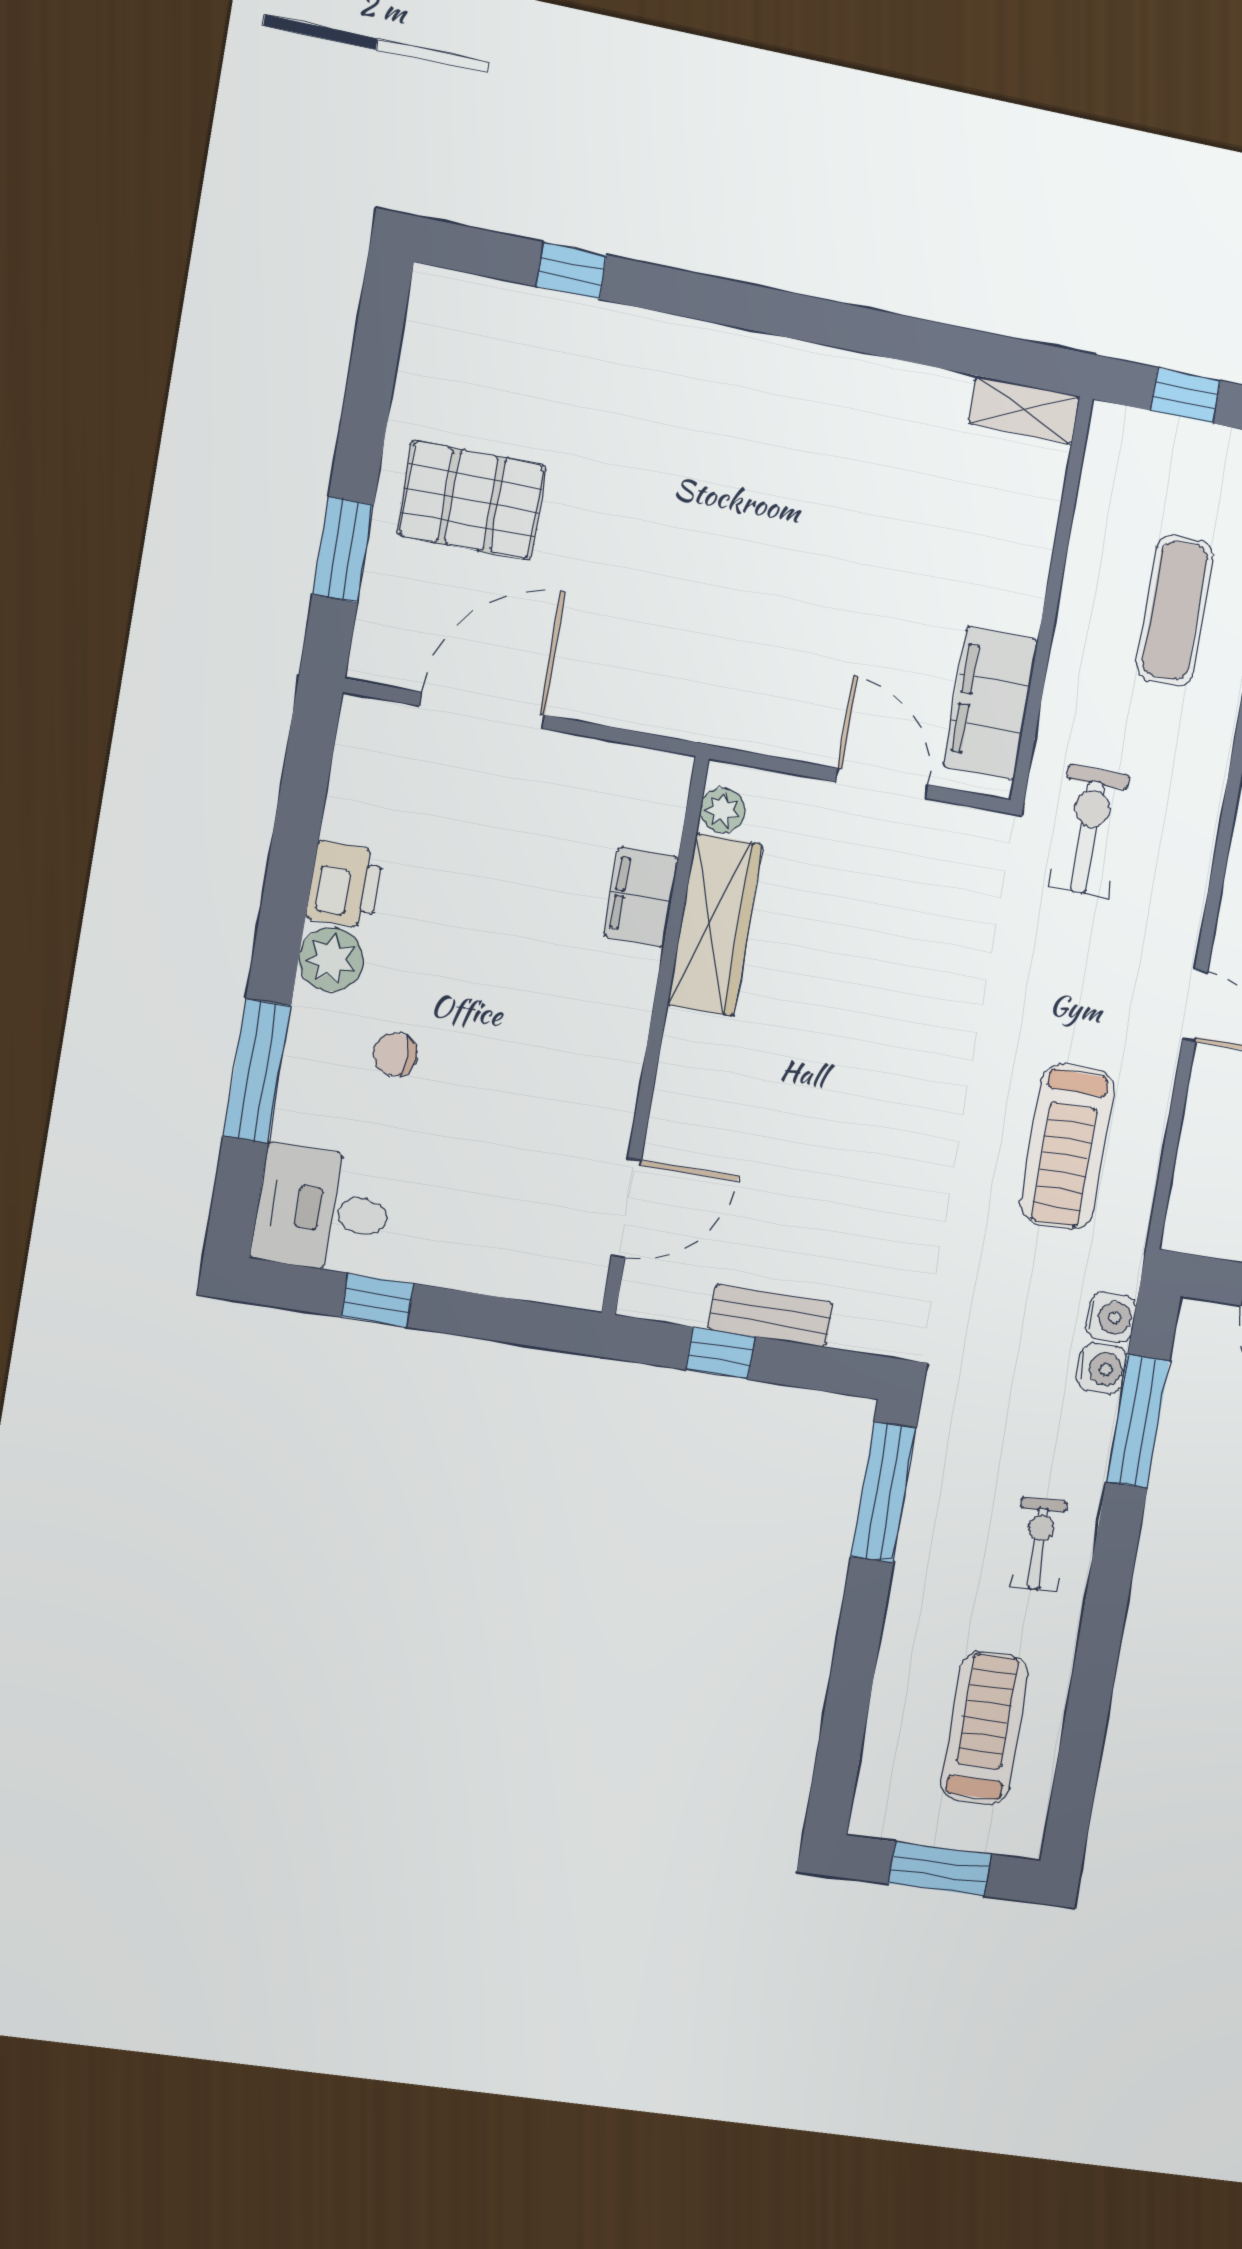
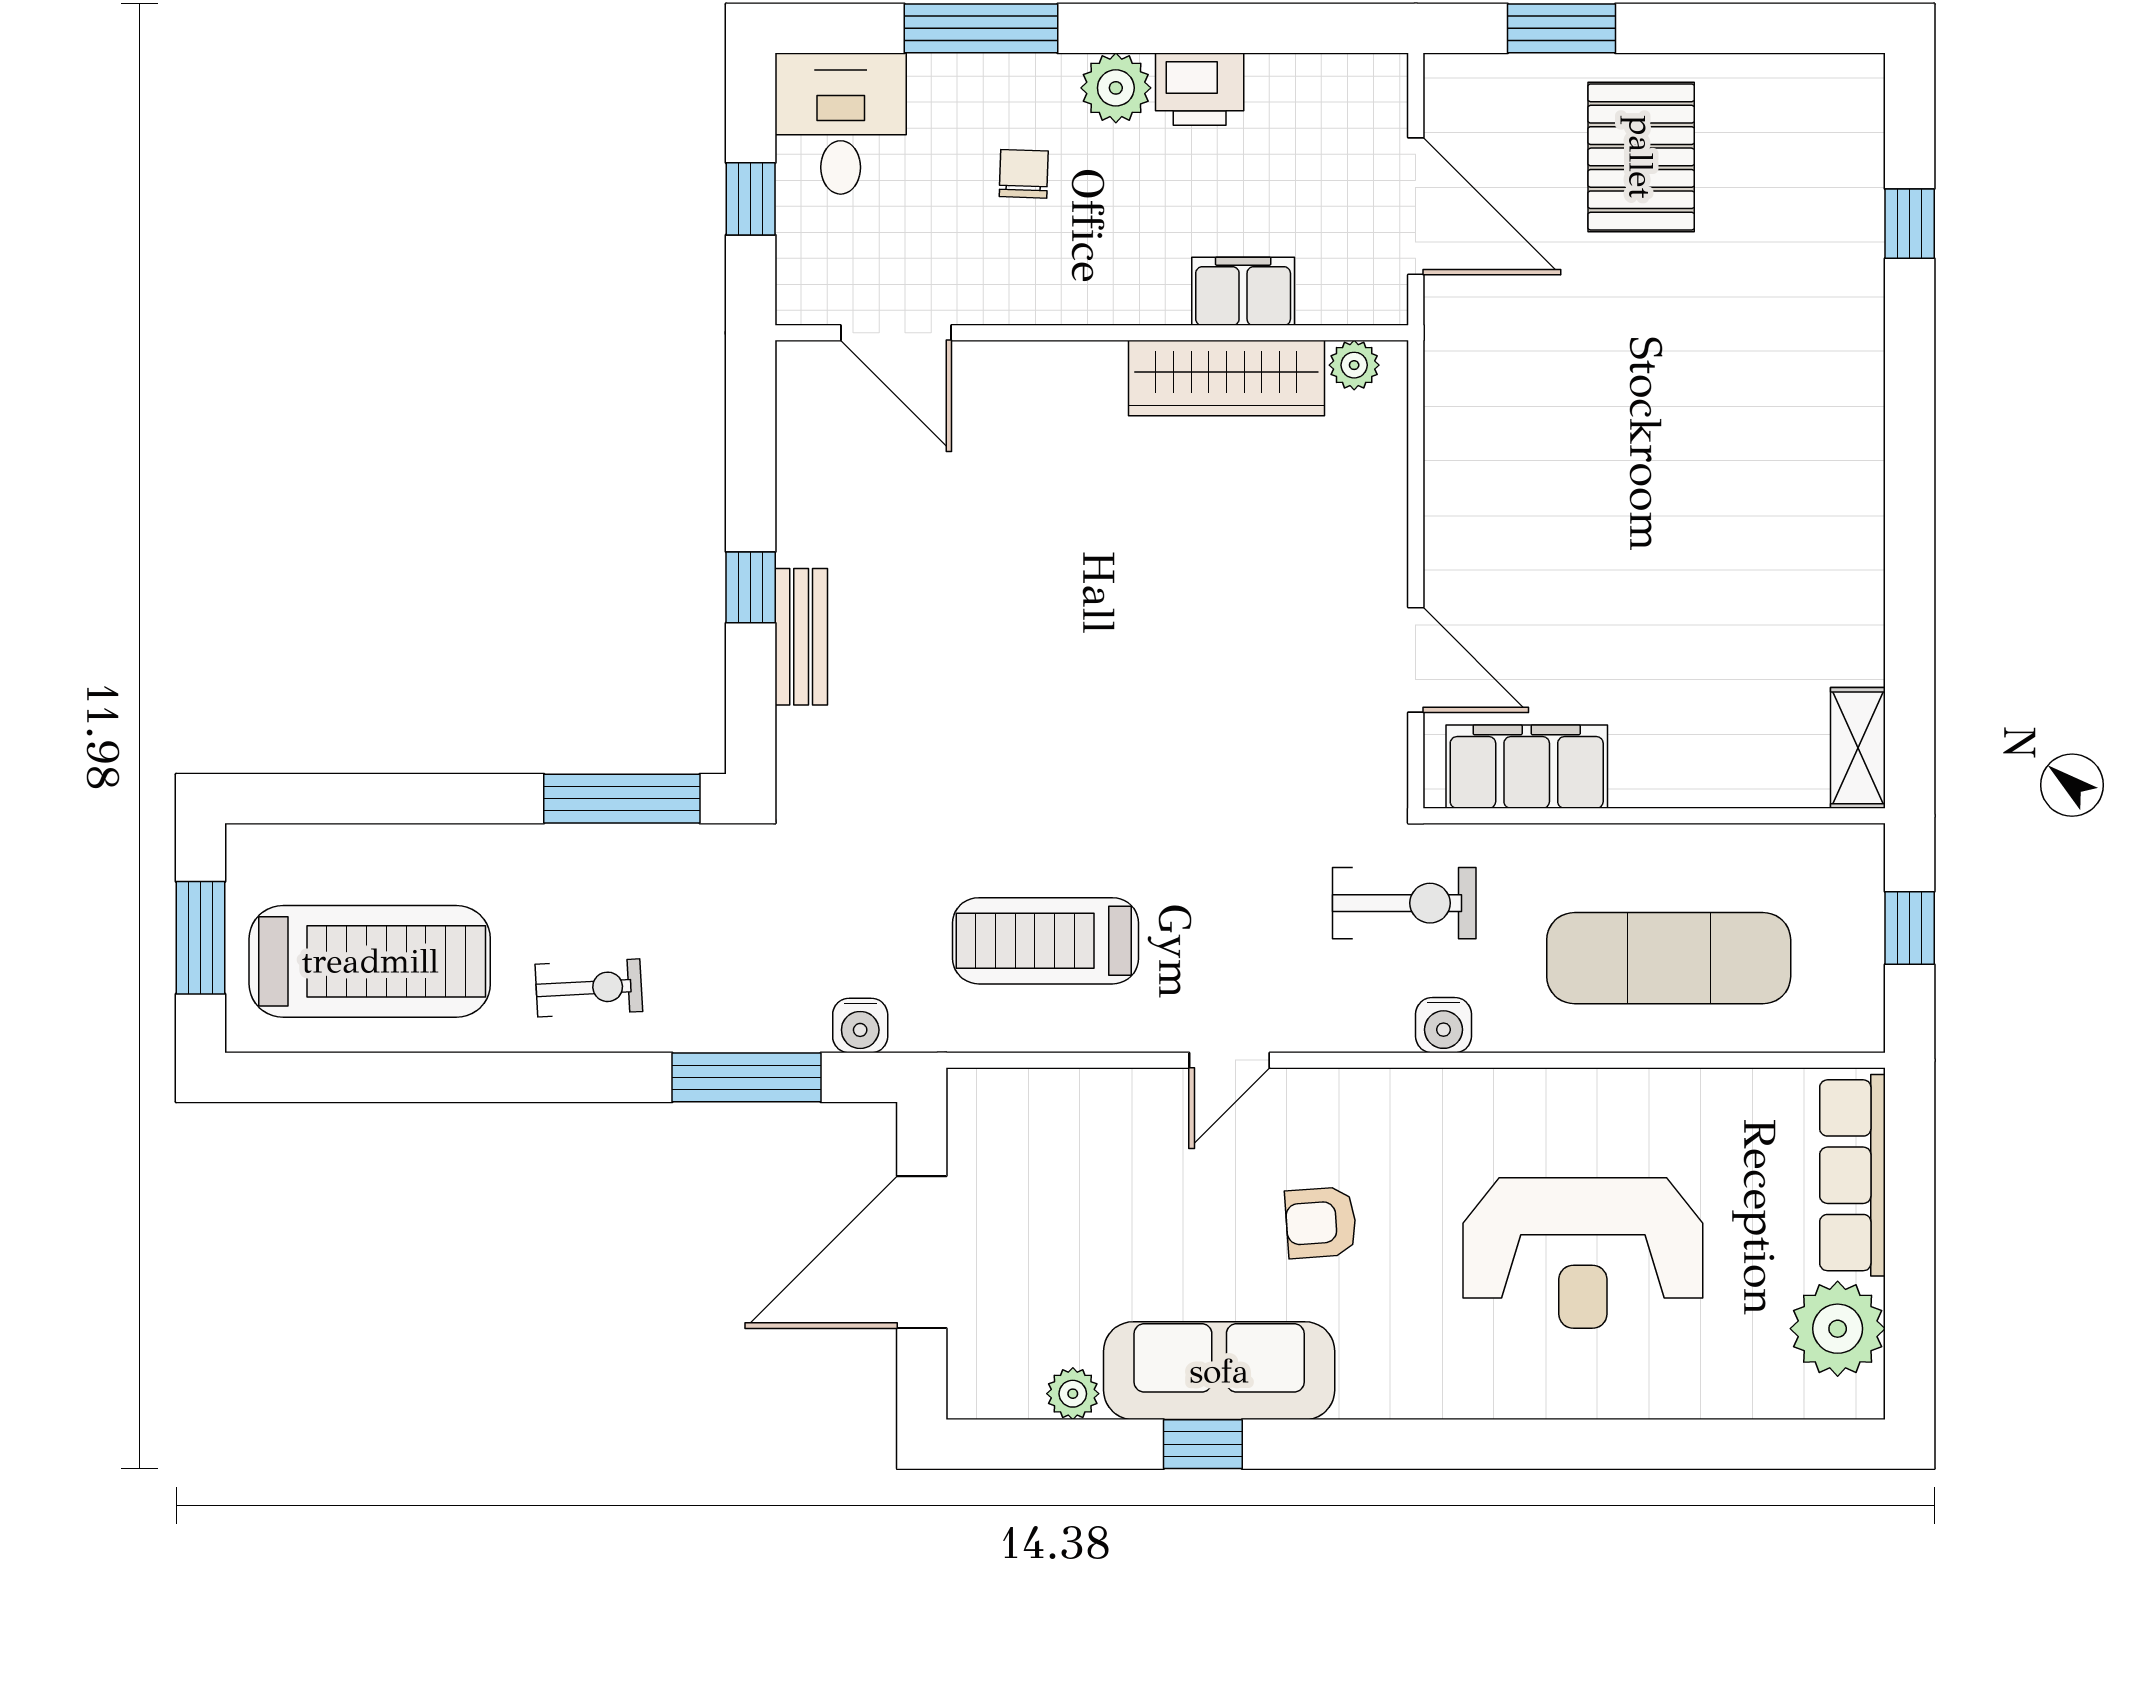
exercise mat: (1175, 611) -> (1669, 958), width x1.36, depth x1.45
door: (882, 783) -> (1416, 660), hinge flipped
plant: (722, 810) -> (1354, 365), moved
filing cabinet: (641, 897) -> (1243, 291), moved
wardrobe: (715, 925) -> (1226, 378), moved
wall: (655, 1036) -> (1092, 333), moved
door: (626, 1208) -> (896, 333), moved
water cooler: (1102, 1369) -> (1443, 1025), moved
treadmill: (985, 1728) -> (370, 961), width x1.37, depth x1.38

